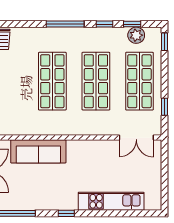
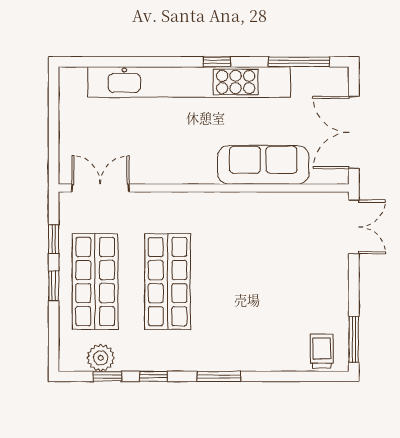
window: (65, 24) -> (219, 376), width x0.69
window: (164, 42) -> (54, 286), moved
shop shelf: (52, 81) -> (240, 282), removed
kitchen unit: (111, 201) -> (189, 82), width x1.86

